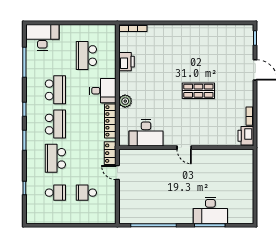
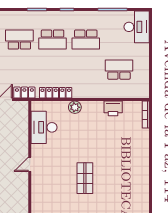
desk: (103, 91) -> (85, 86), removed

